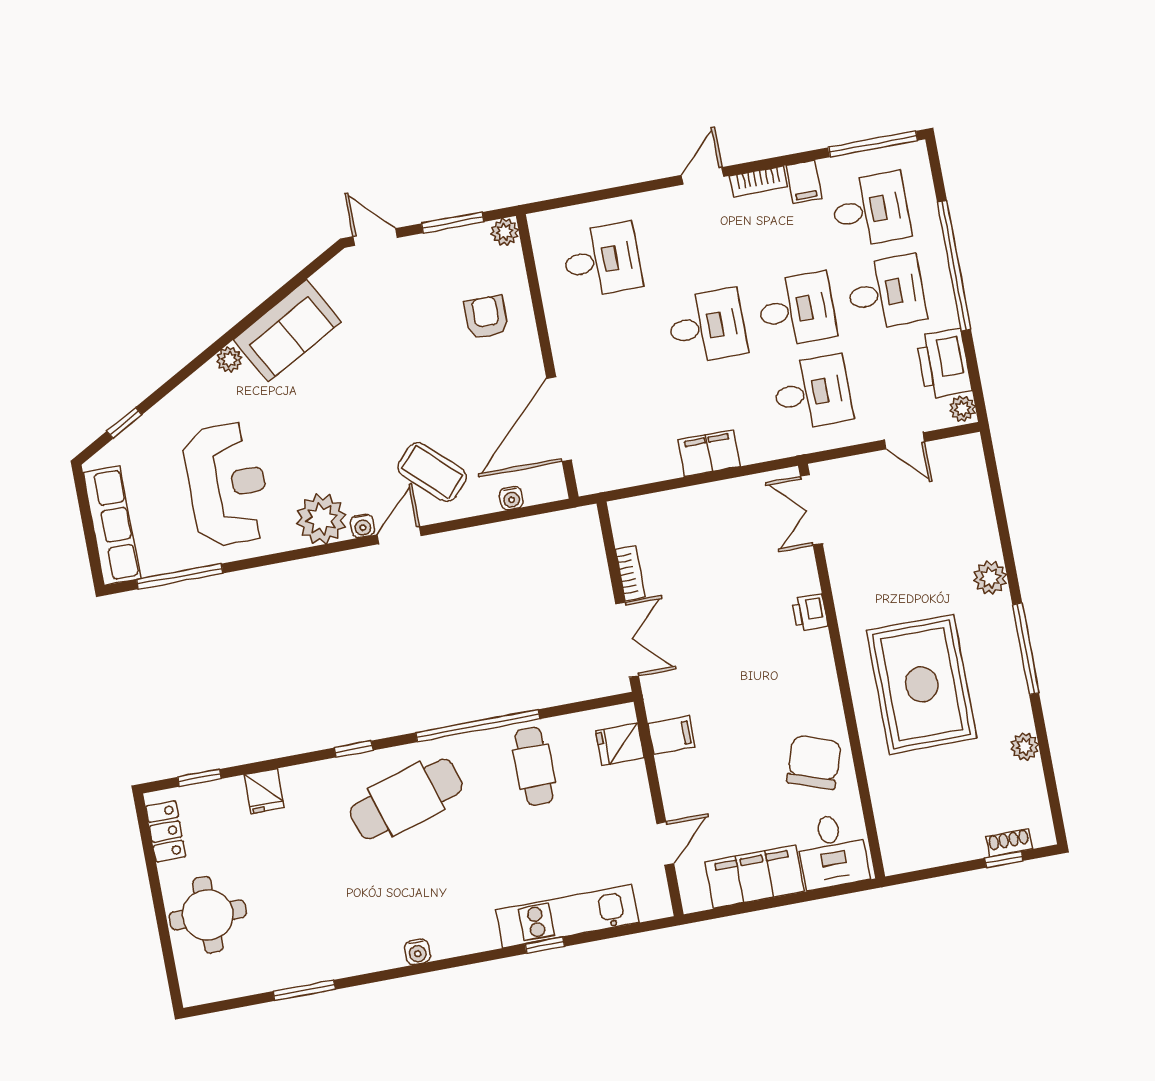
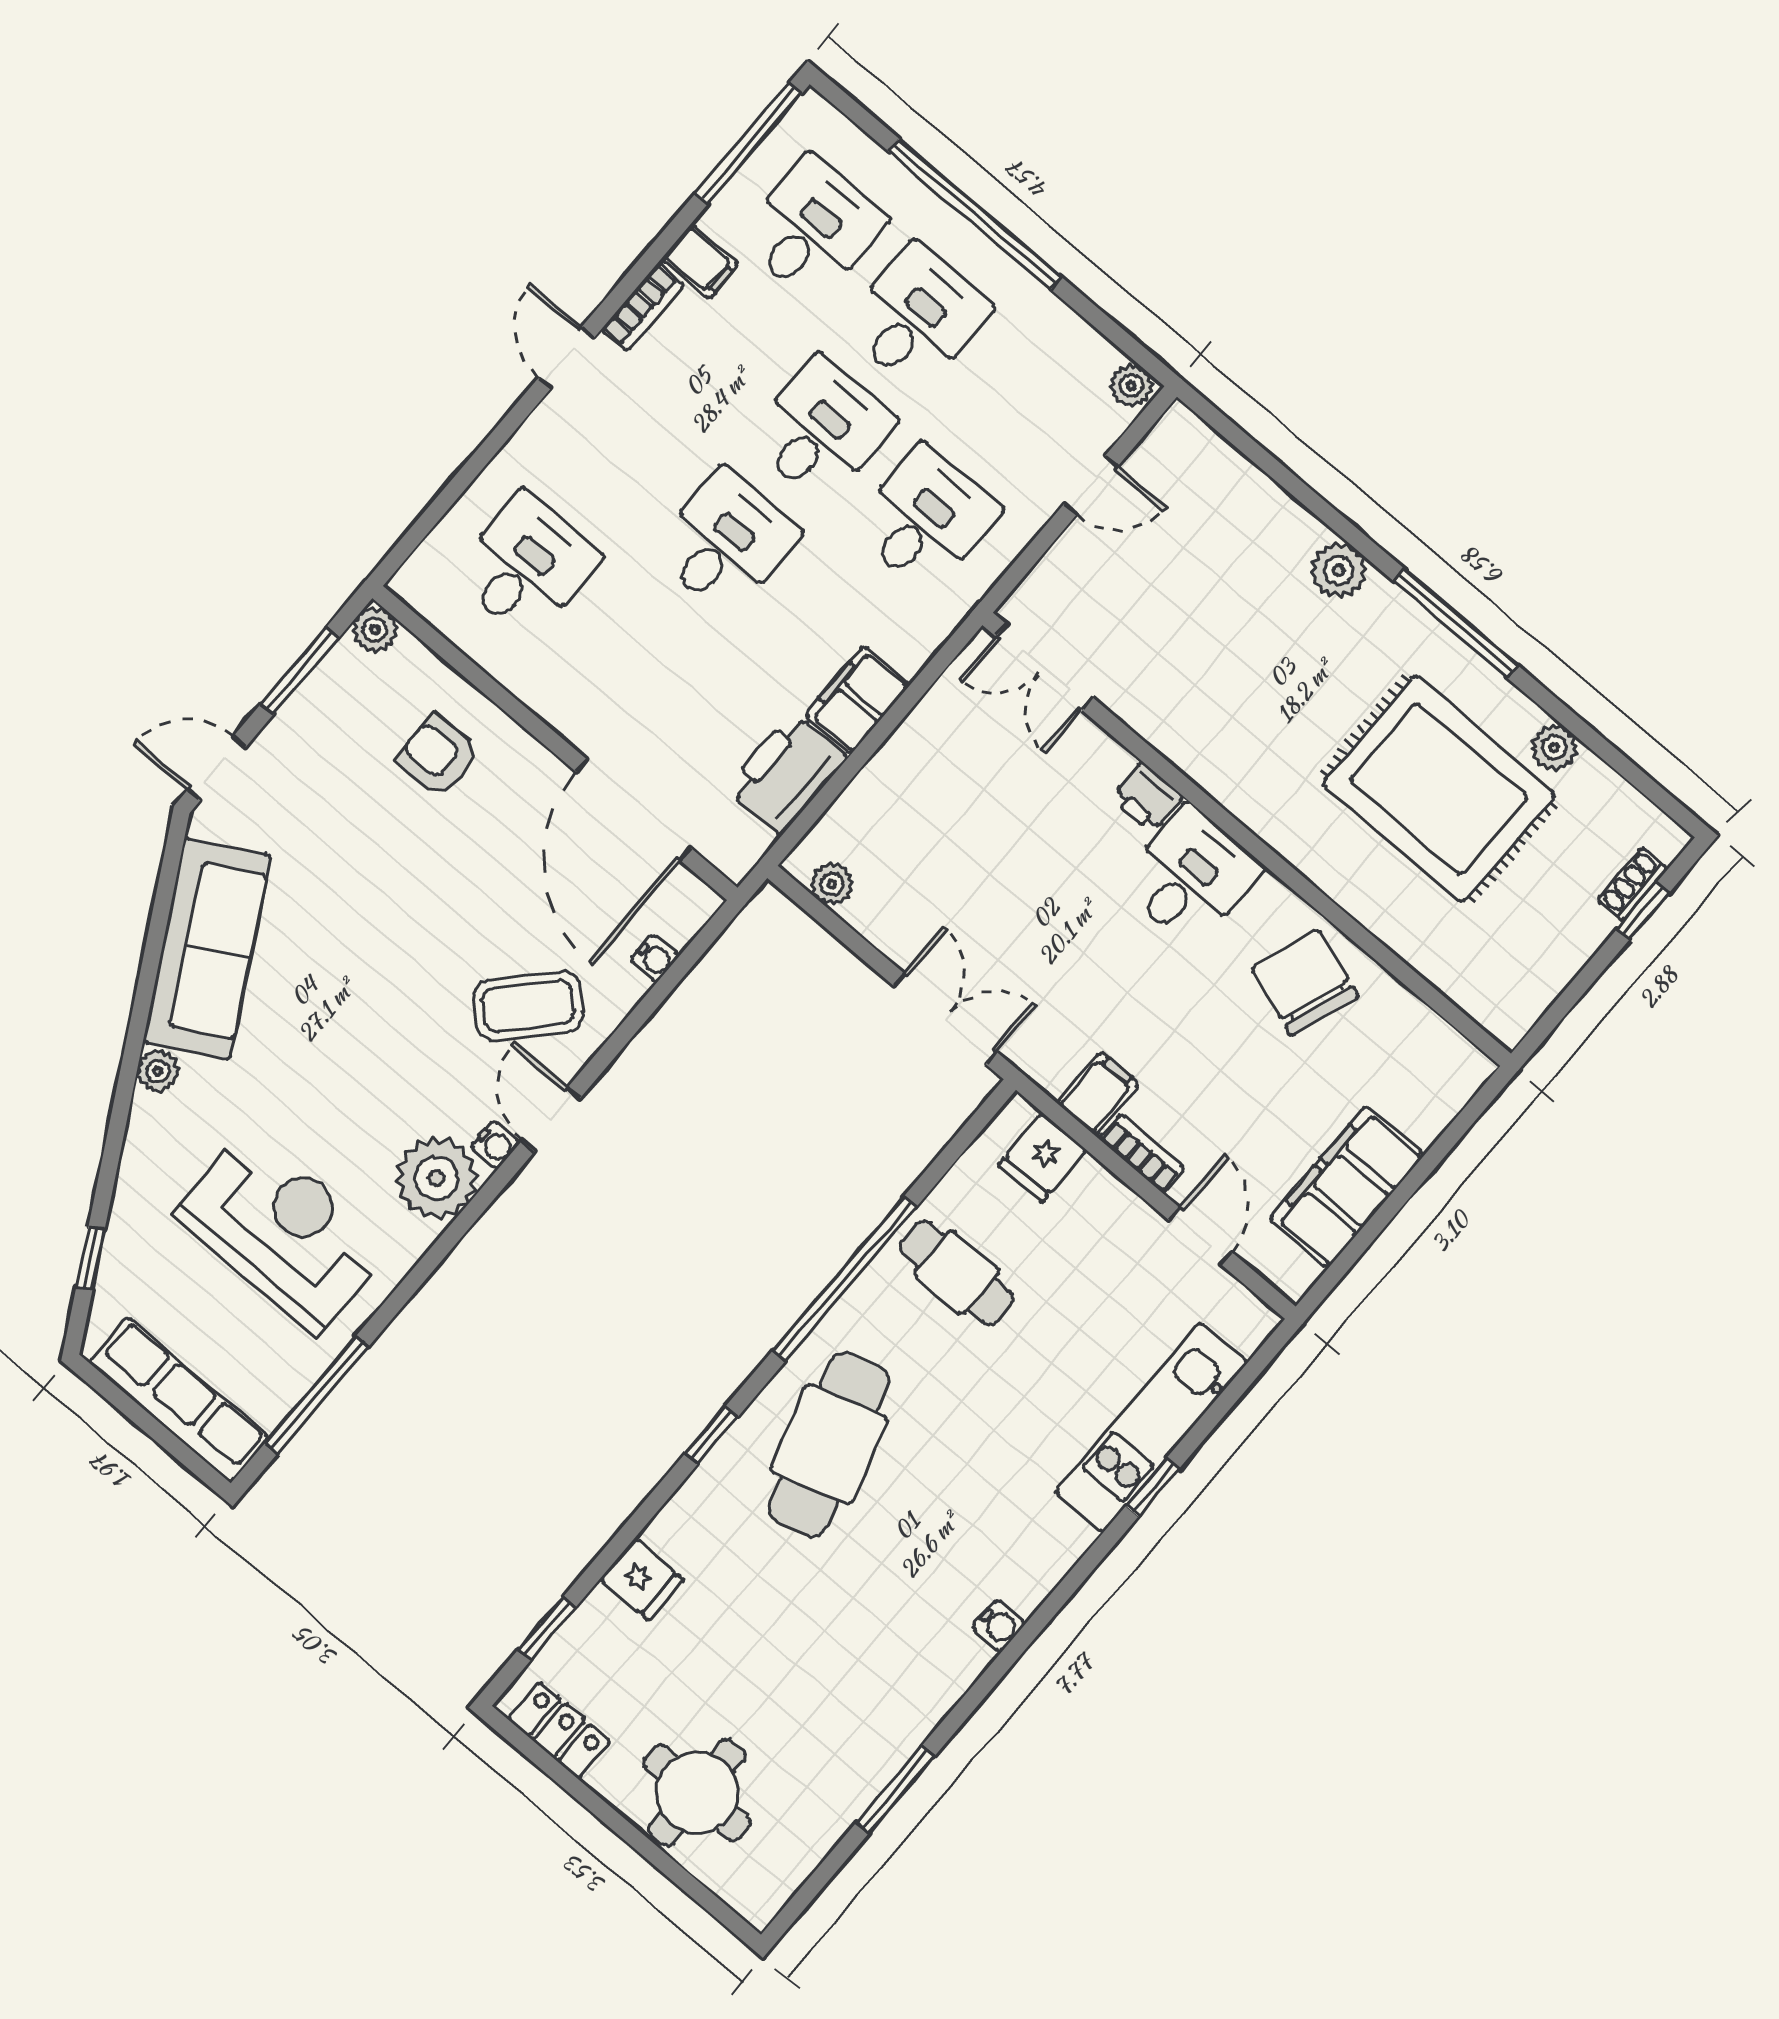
sofa: (287, 331) -> (207, 949), width x1.36
printer: (944, 363) -> (786, 773), moved, turned 90
plant: (625, 532) -> (832, 884), added
bookcase: (630, 573) -> (1142, 1153), moved
rug: (922, 684) -> (1439, 789), moved
desk: (832, 851) -> (1191, 876), moved, turned -90

